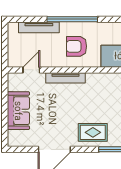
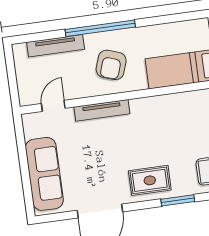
armchair: (76, 46) -> (111, 65), turned -71
sofa: (18, 111) -> (44, 174), width x1.36

